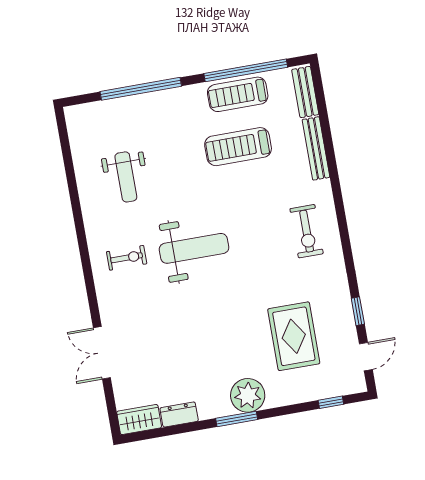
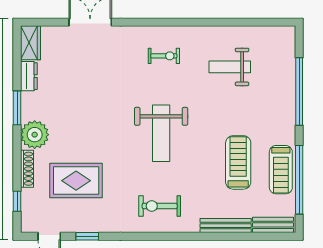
treadmill: (238, 94) -> (281, 170), turned 180
weight bench: (194, 248) -> (161, 133), moved
exercise bike: (127, 258) -> (164, 56), turned -90
shoe rack: (290, 397) -> (27, 169), added
window: (237, 419) -> (17, 108), moved

